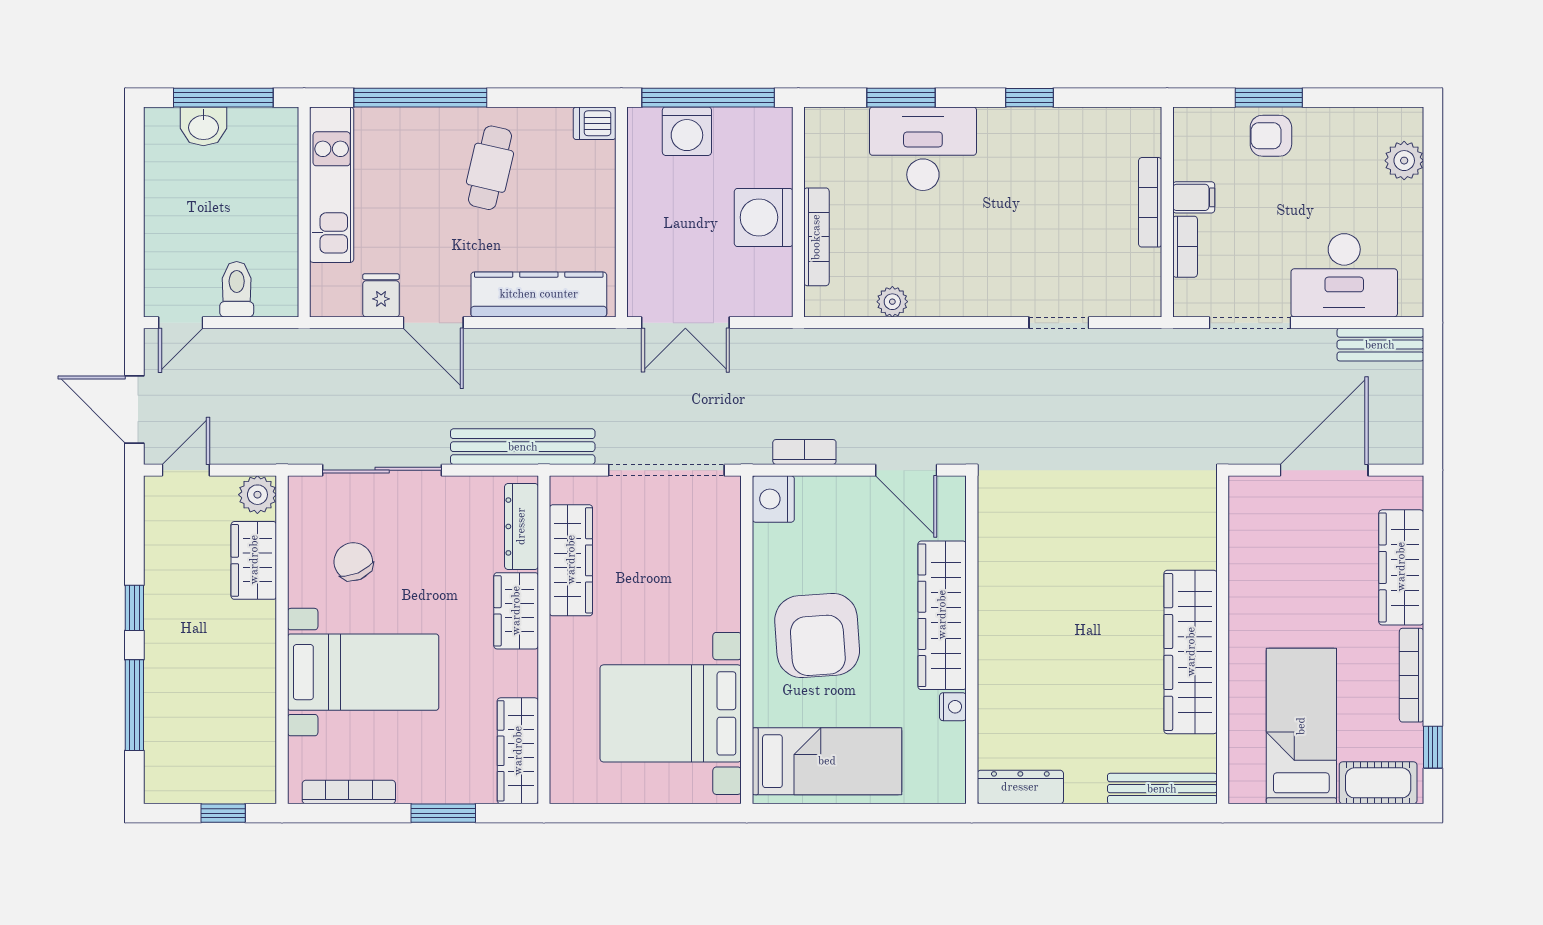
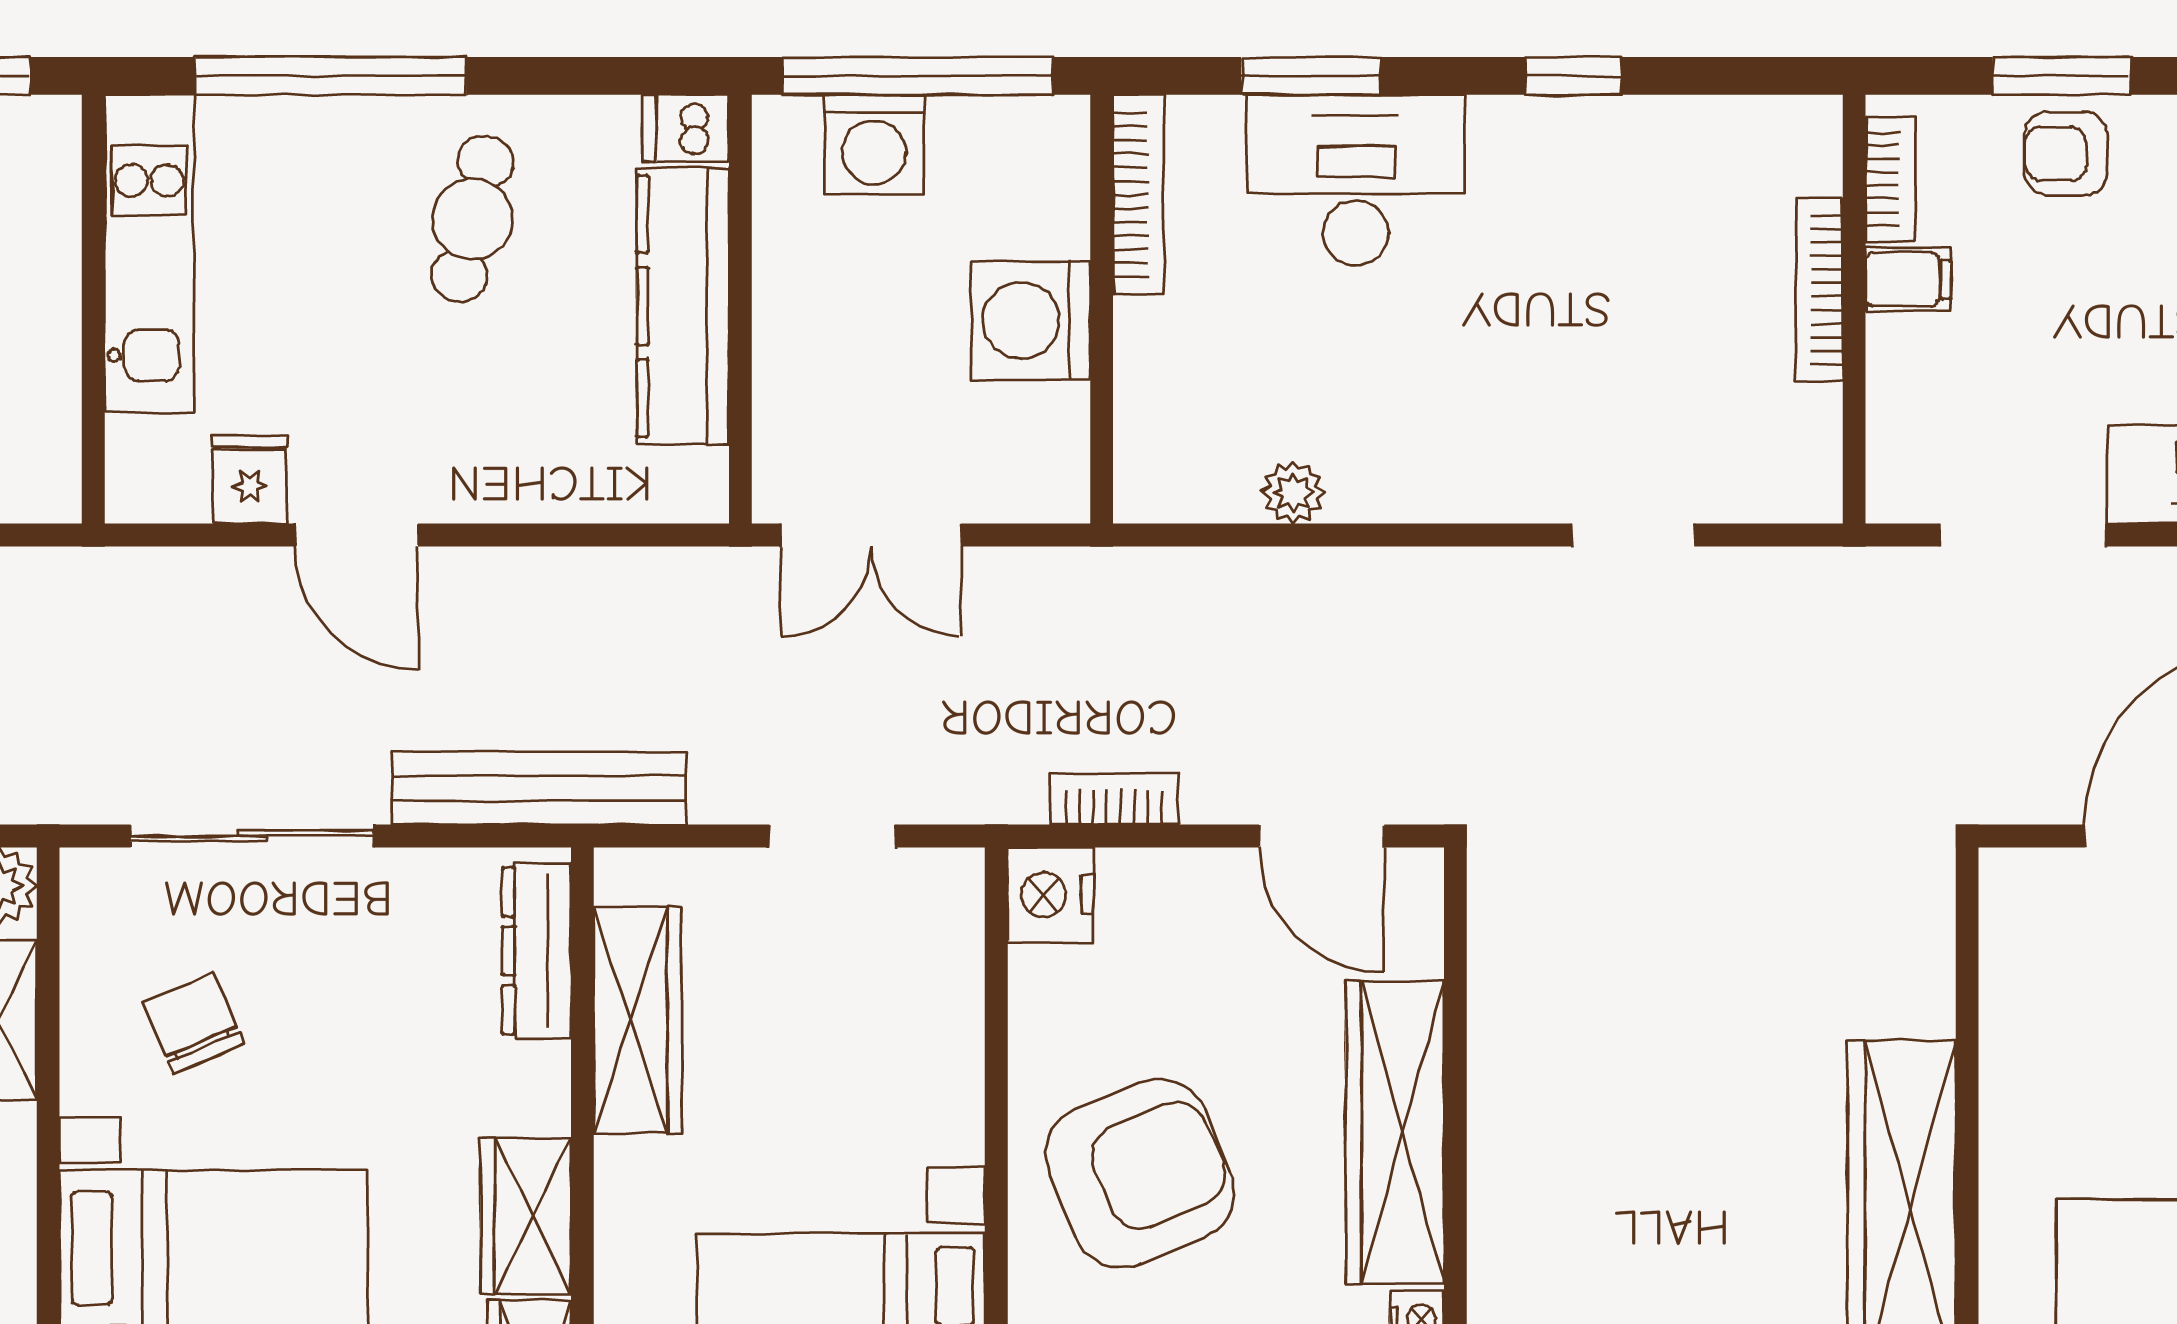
bookcase: (816, 237) -> (1139, 195), moved
bookcase: (1185, 247) -> (1890, 179), moved
kitchen counter: (539, 294) -> (683, 306), moved, turned -90
doorway: (666, 470) -> (832, 836), width x0.53
wardrobe: (516, 611) -> (526, 1216), moved
armchair: (817, 635) -> (1140, 1173), turned -109

